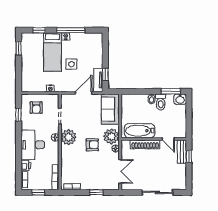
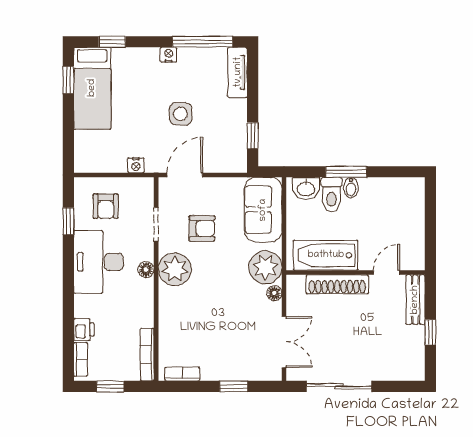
window: (71, 30) -> (203, 42), moved
bed: (52, 52) -> (92, 88), moved
tv unit: (98, 80) -> (238, 72), moved
window: (171, 91) -> (346, 172), moved
door: (84, 93) -> (185, 175), moved
washbasin: (180, 99) -> (306, 188), moved
toilet: (161, 102) -> (331, 195), moved
door: (168, 139) -> (386, 273), swing flipped
desk: (33, 145) -> (99, 262), moved
armchair: (92, 145) -> (202, 228), moved
window: (189, 156) -> (430, 332), moved
sliding door: (157, 192) -> (339, 386), moved

